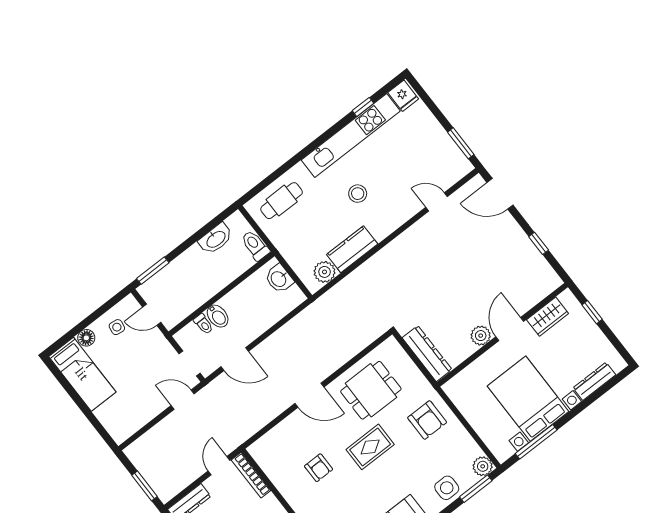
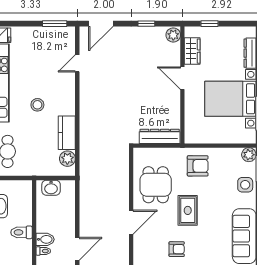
toilet: (255, 245) -> (21, 232), moved
plant: (481, 336) -> (173, 35), moved

